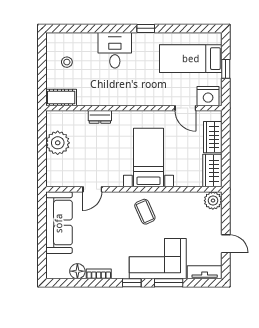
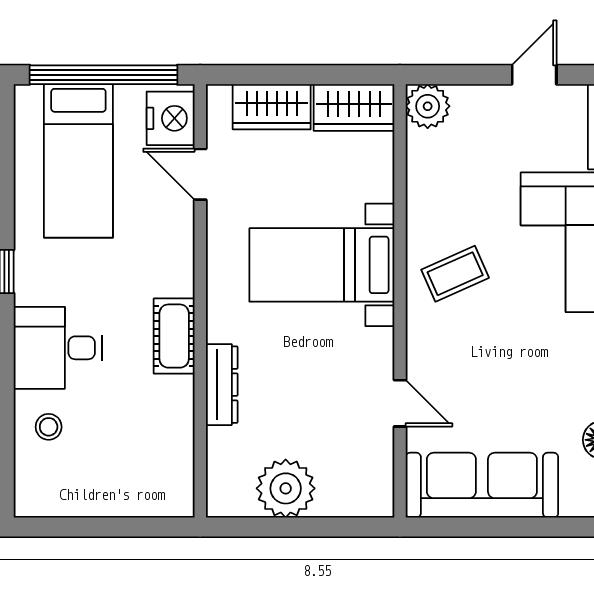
stool: (67, 62) -> (49, 427), moved
window: (226, 69) -> (104, 75), width x3.17
cot: (61, 97) -> (174, 336), moved
door: (185, 108) -> (200, 174), swing flipped
dresser: (100, 117) -> (222, 385), width x1.44

